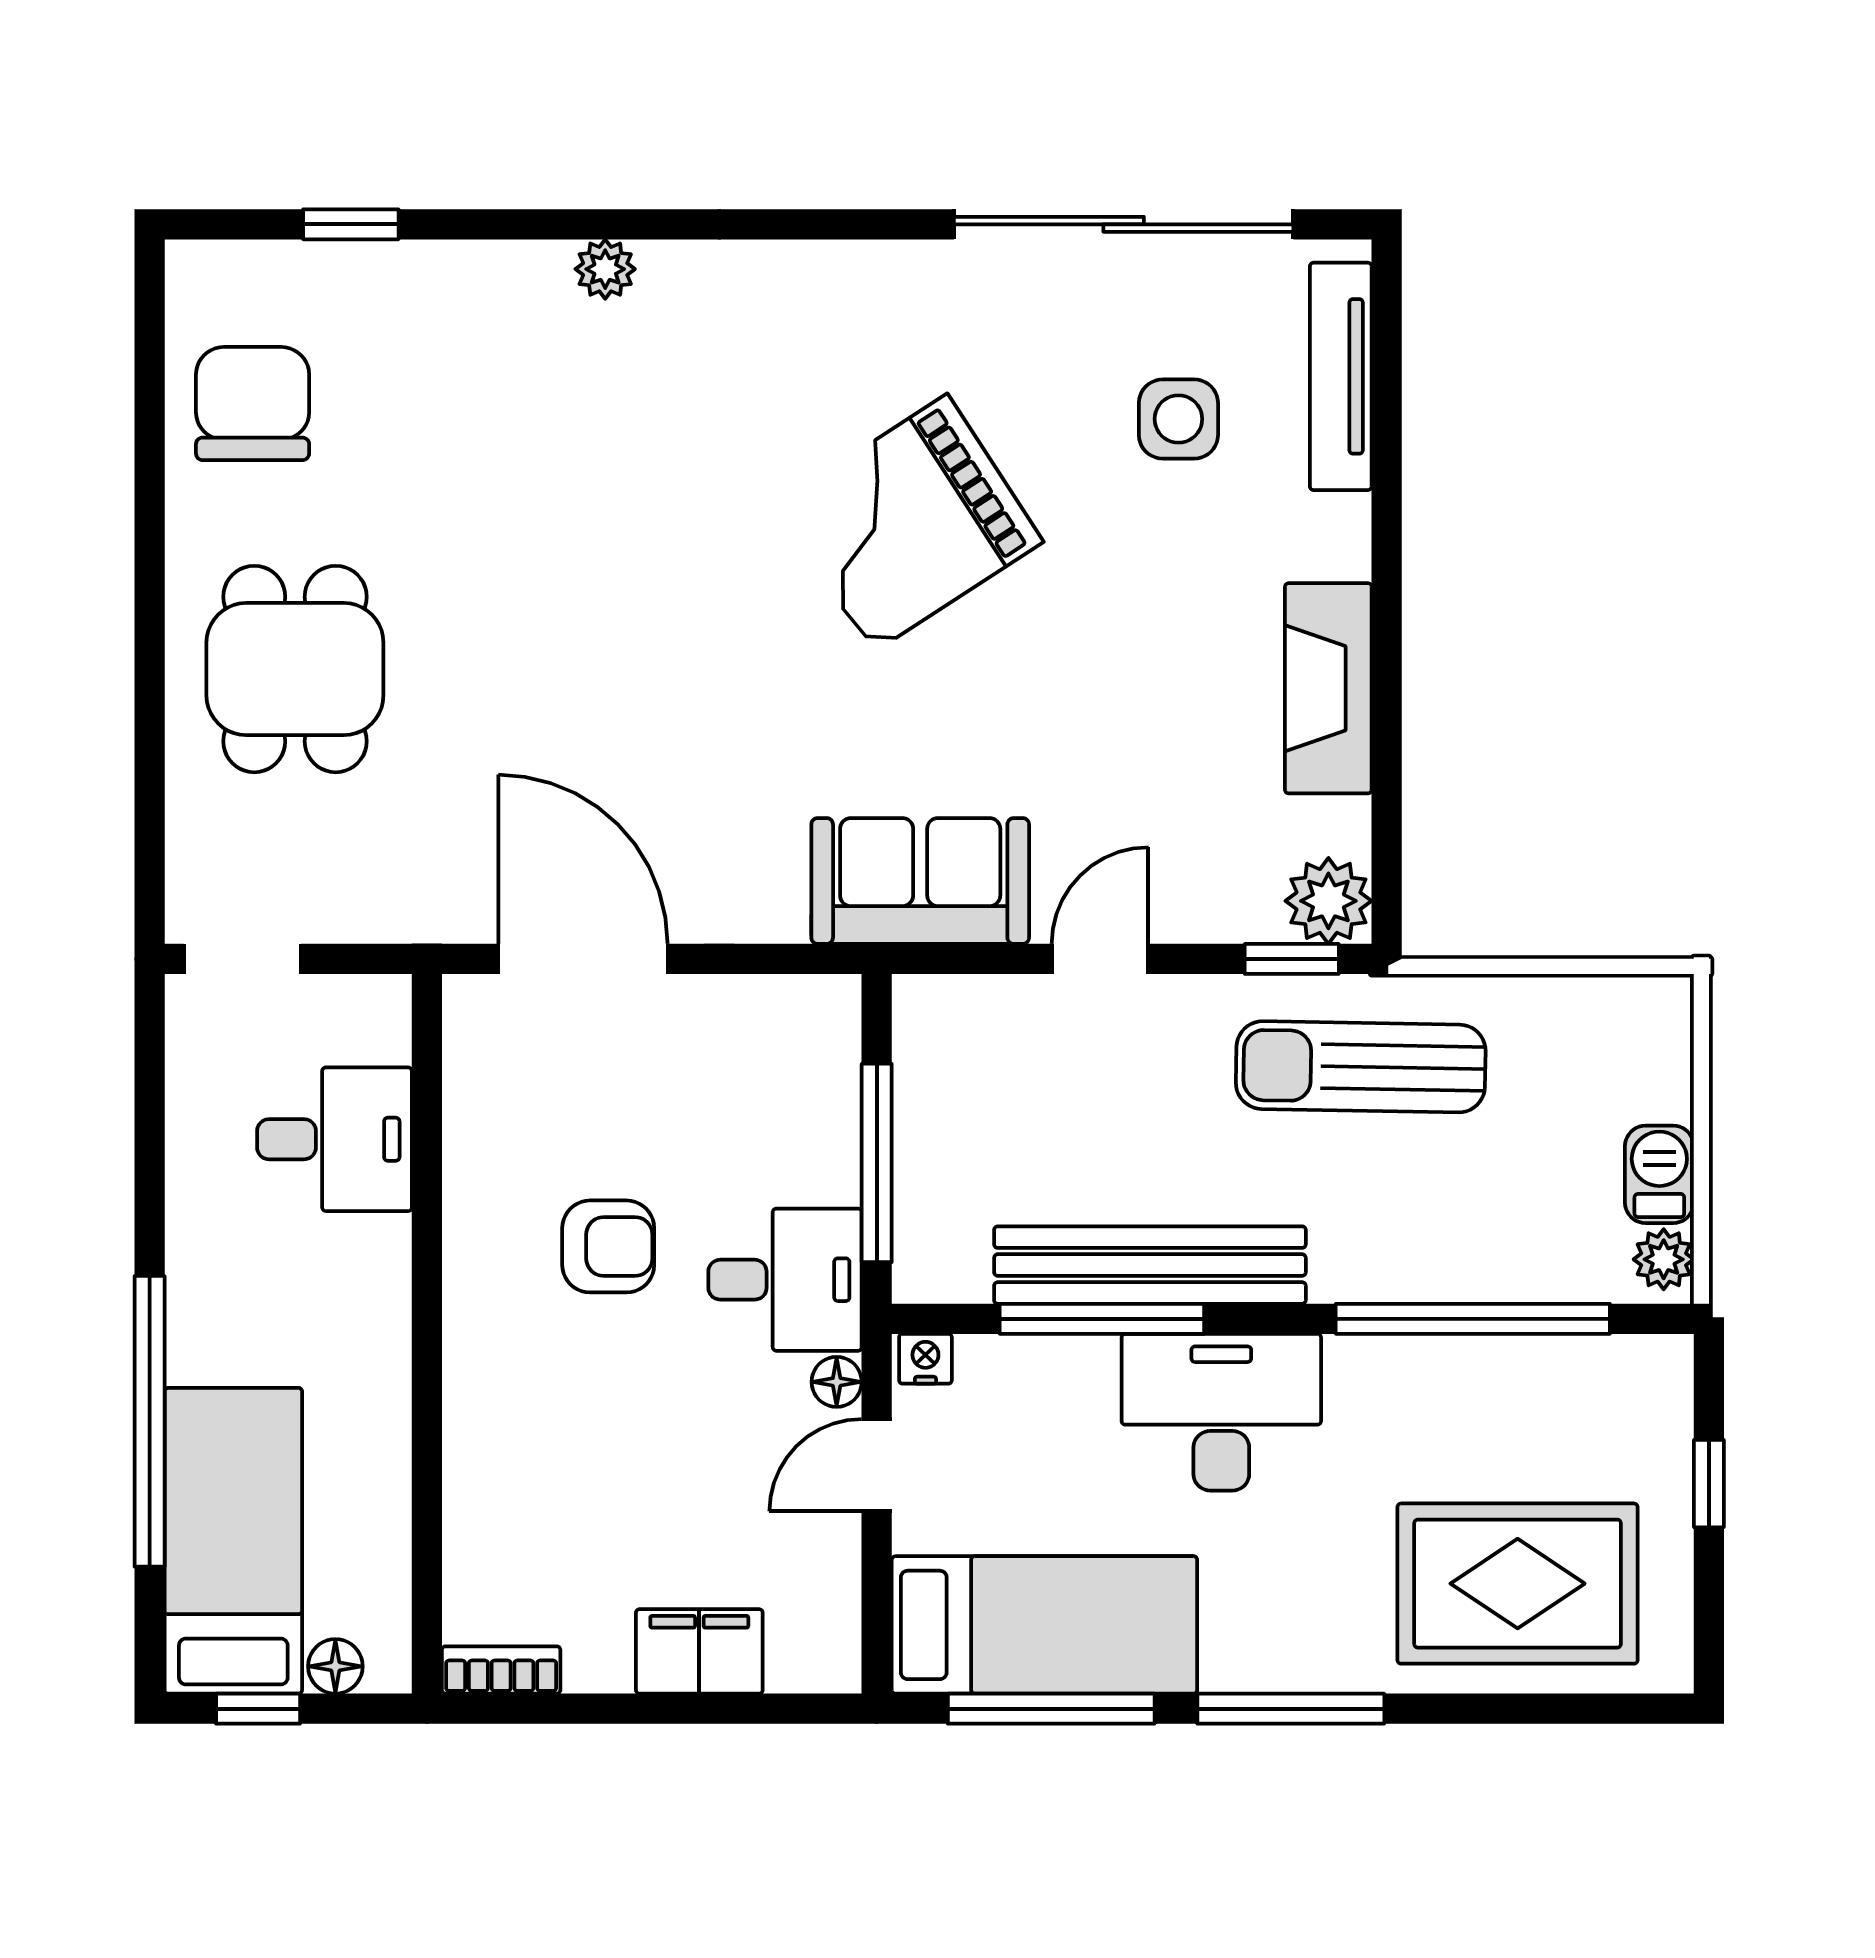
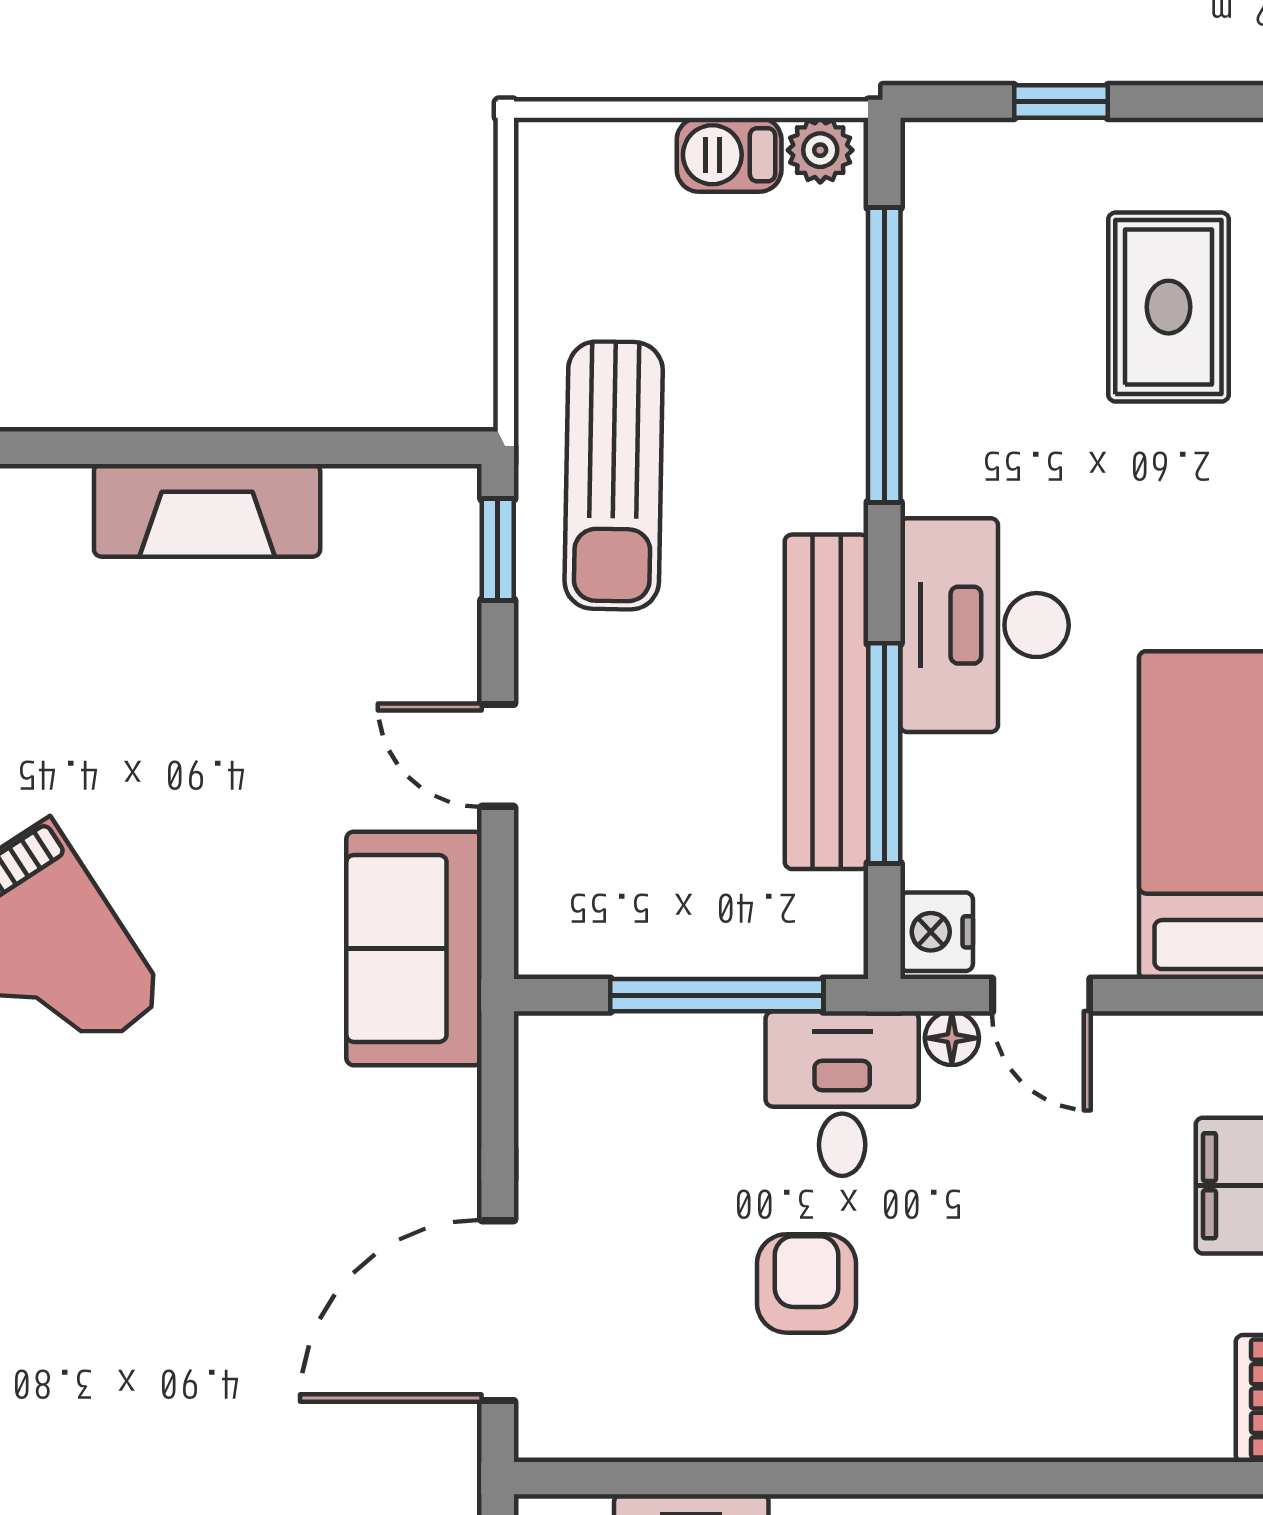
plant: (1328, 901) -> (435, 510), removed
nightstand: (925, 1359) -> (937, 932), width x1.39, depth x1.35
rug: (1518, 1584) -> (1168, 307), width x0.73, depth x0.70

